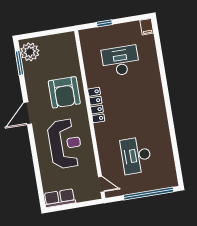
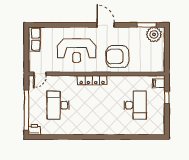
filing cabinet: (147, 27) -> (159, 83), moved
locker: (96, 105) -> (92, 80), moved
desk: (136, 155) -> (58, 105), turned -90
printer: (171, 180) -> (34, 130), added

